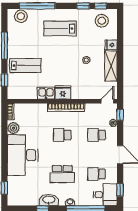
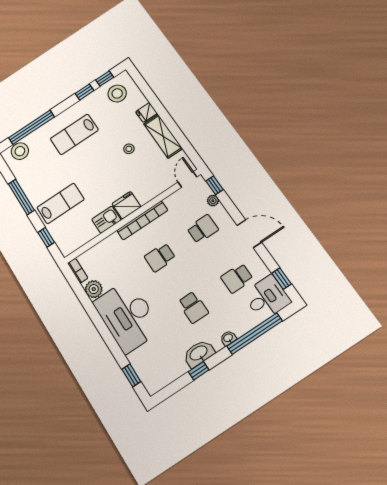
school desk: (97, 135) -> (203, 229), turned 180
school desk: (62, 174) -> (193, 307), width x0.54

